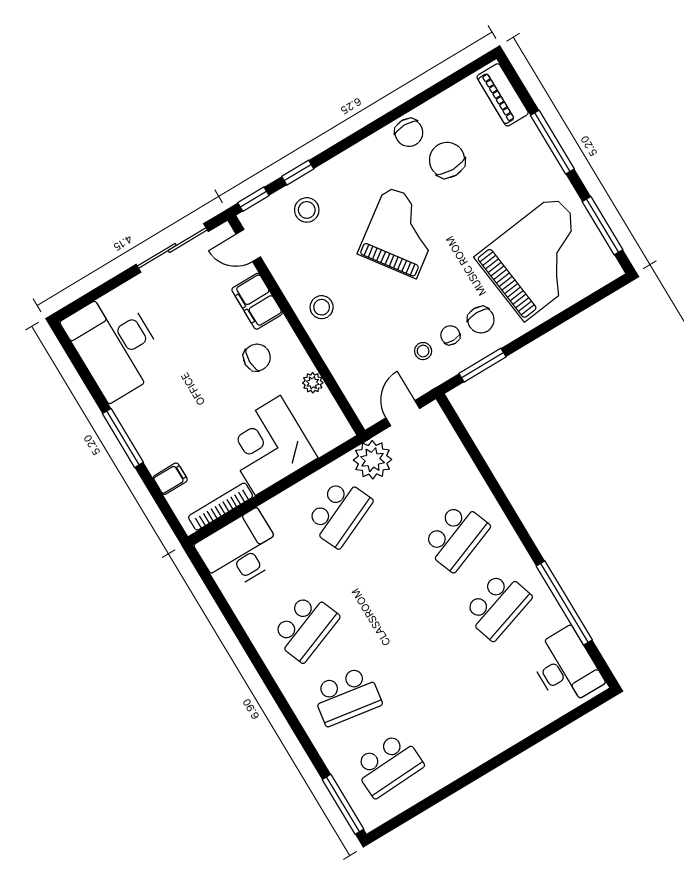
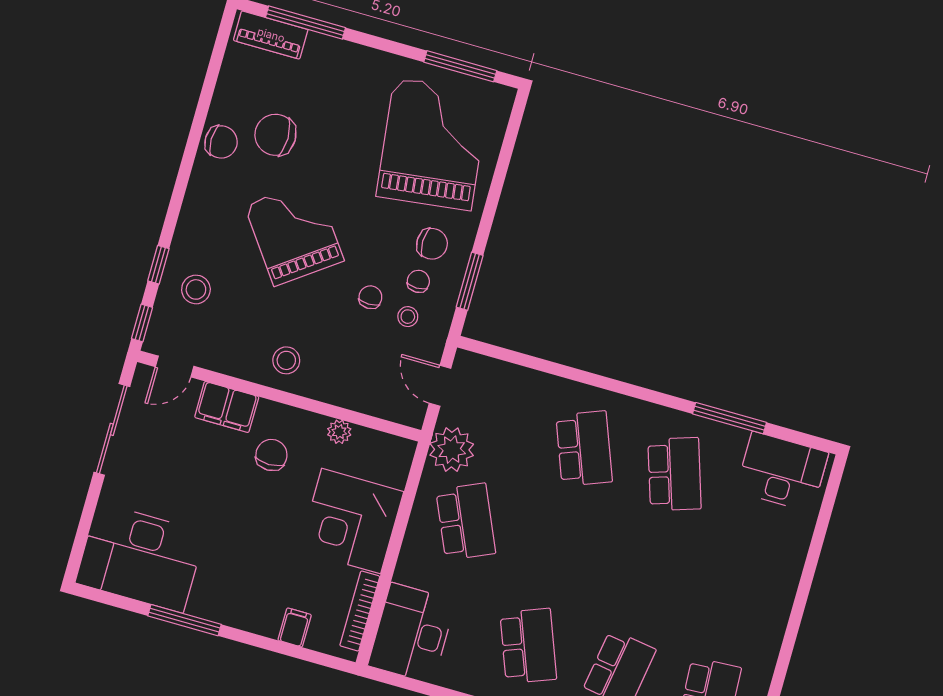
window: (552, 142) -> (305, 23), moved
chair: (411, 317) -> (370, 297), added
chair: (450, 335) -> (418, 281), turned 90
window: (123, 438) -> (184, 620), moved
window: (564, 603) -> (729, 418), width x0.68

